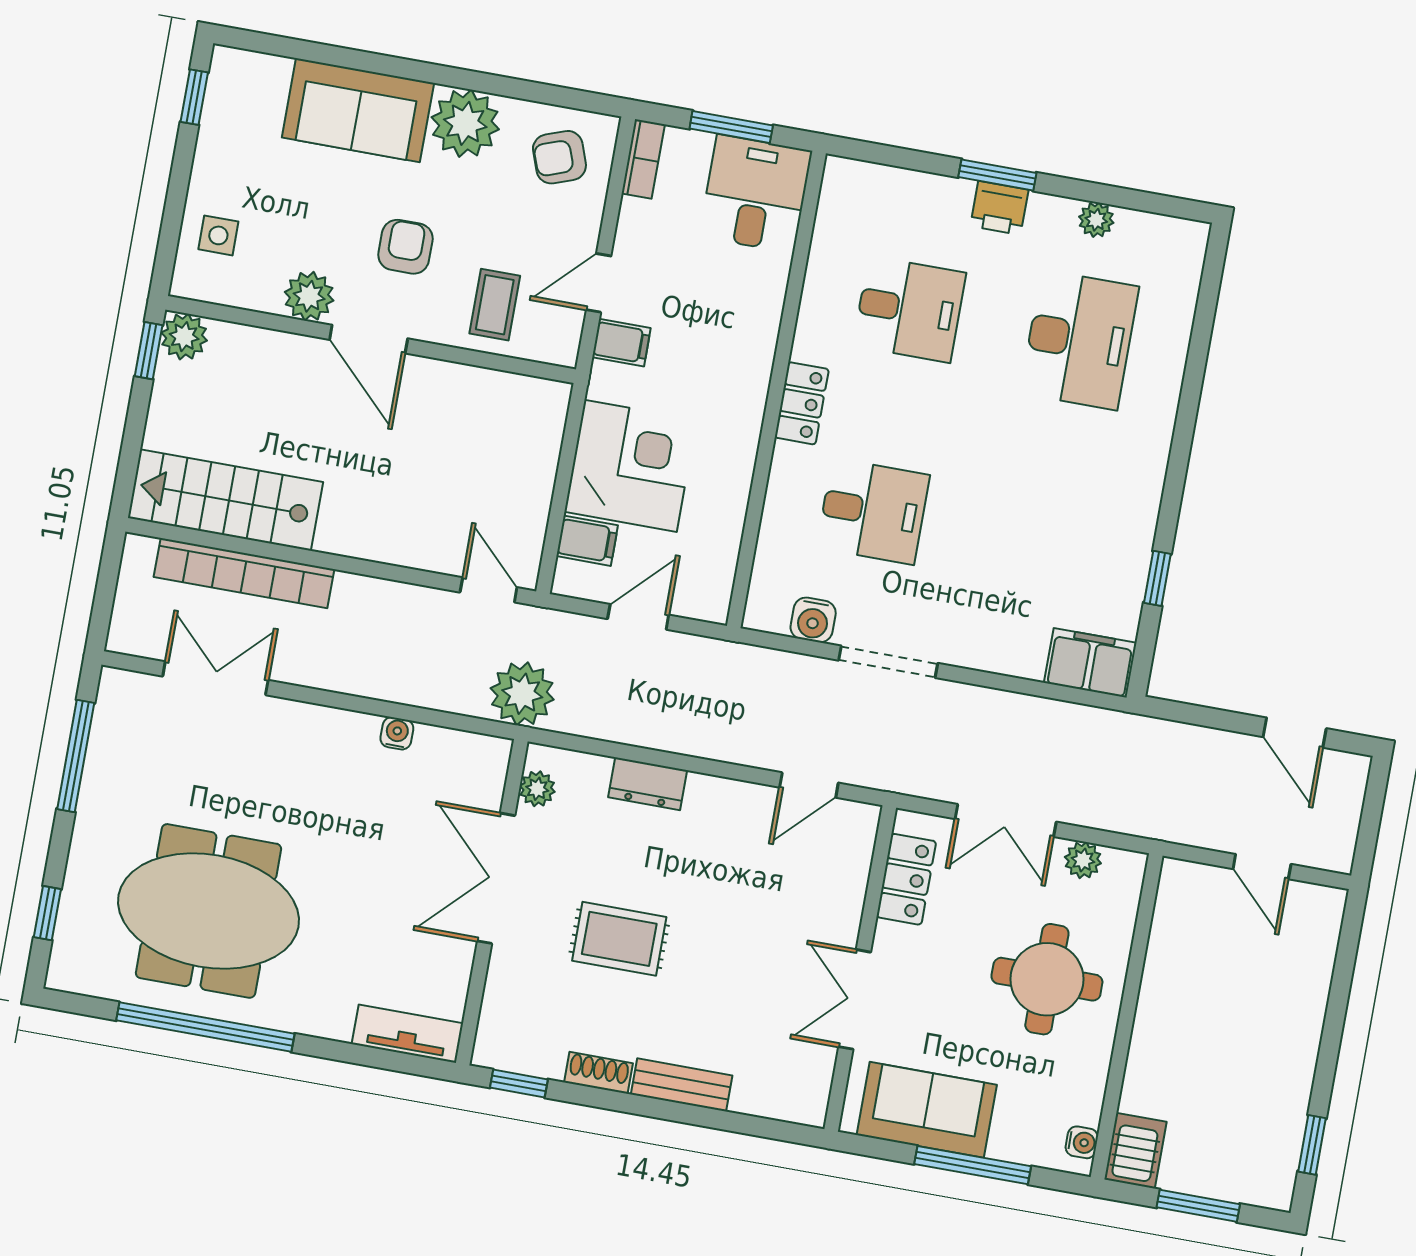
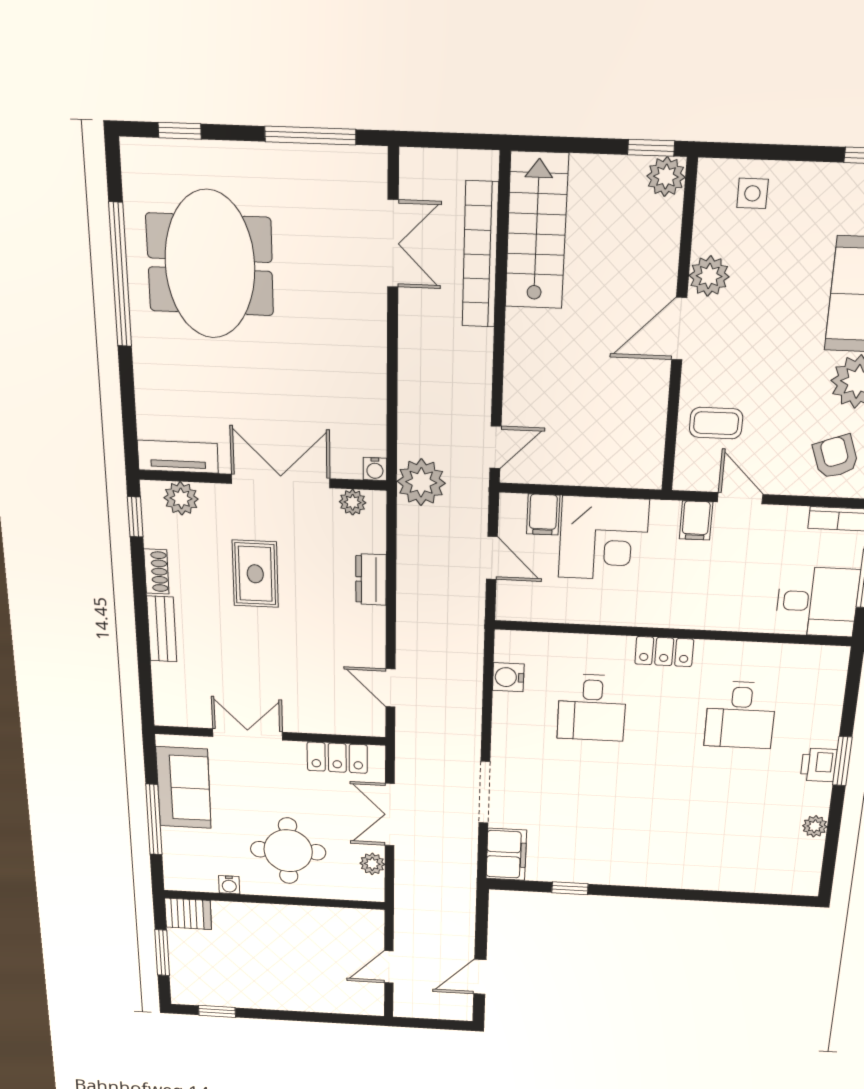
armchair: (405, 247) -> (756, 348), removed
desk: (1079, 340) -> (729, 825), removed
doorway: (888, 662) -> (484, 792), moved
water cooler: (397, 733) -> (375, 469), moved, turned 90
plant: (502, 1016) -> (181, 498), added
tv unit: (407, 1034) -> (178, 457), moved, turned -90
water cooler: (1082, 1142) -> (229, 885), moved

